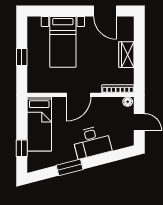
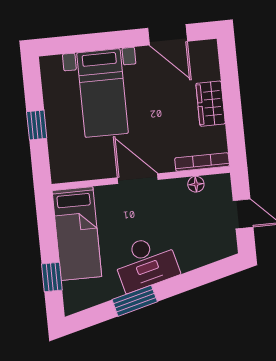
door: (79, 95) -> (138, 179), swing flipped
floor lamp: (128, 102) -> (196, 184), moved
desk: (92, 142) -> (146, 263), moved

